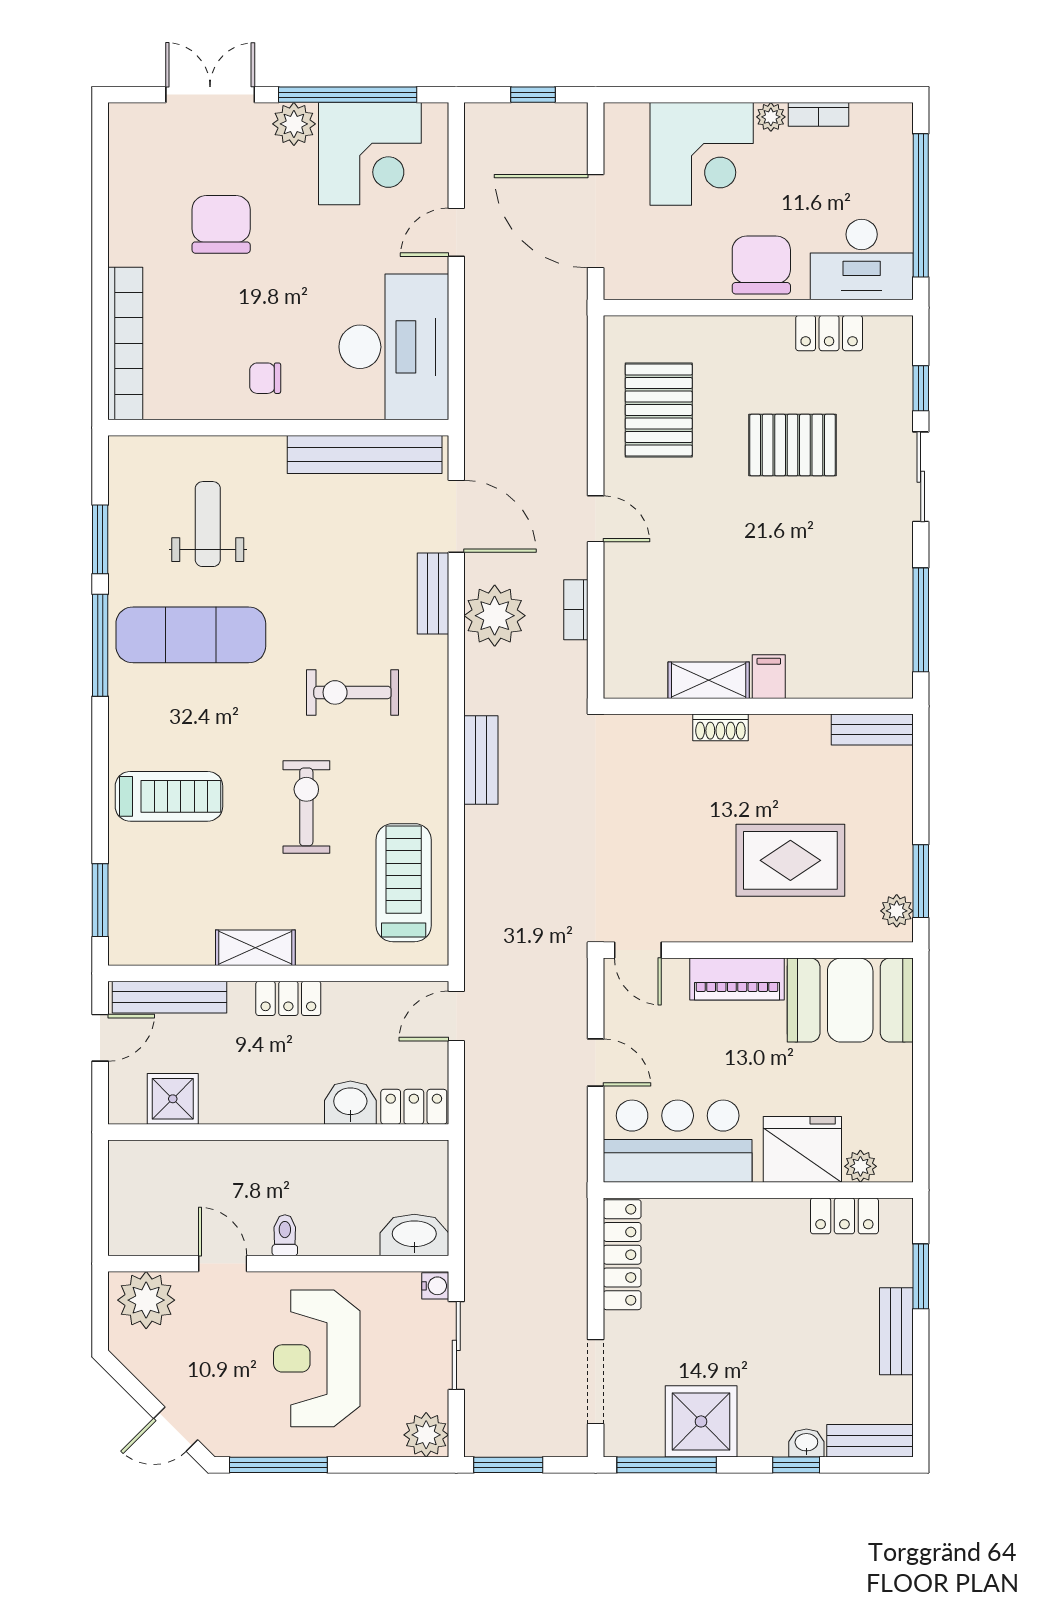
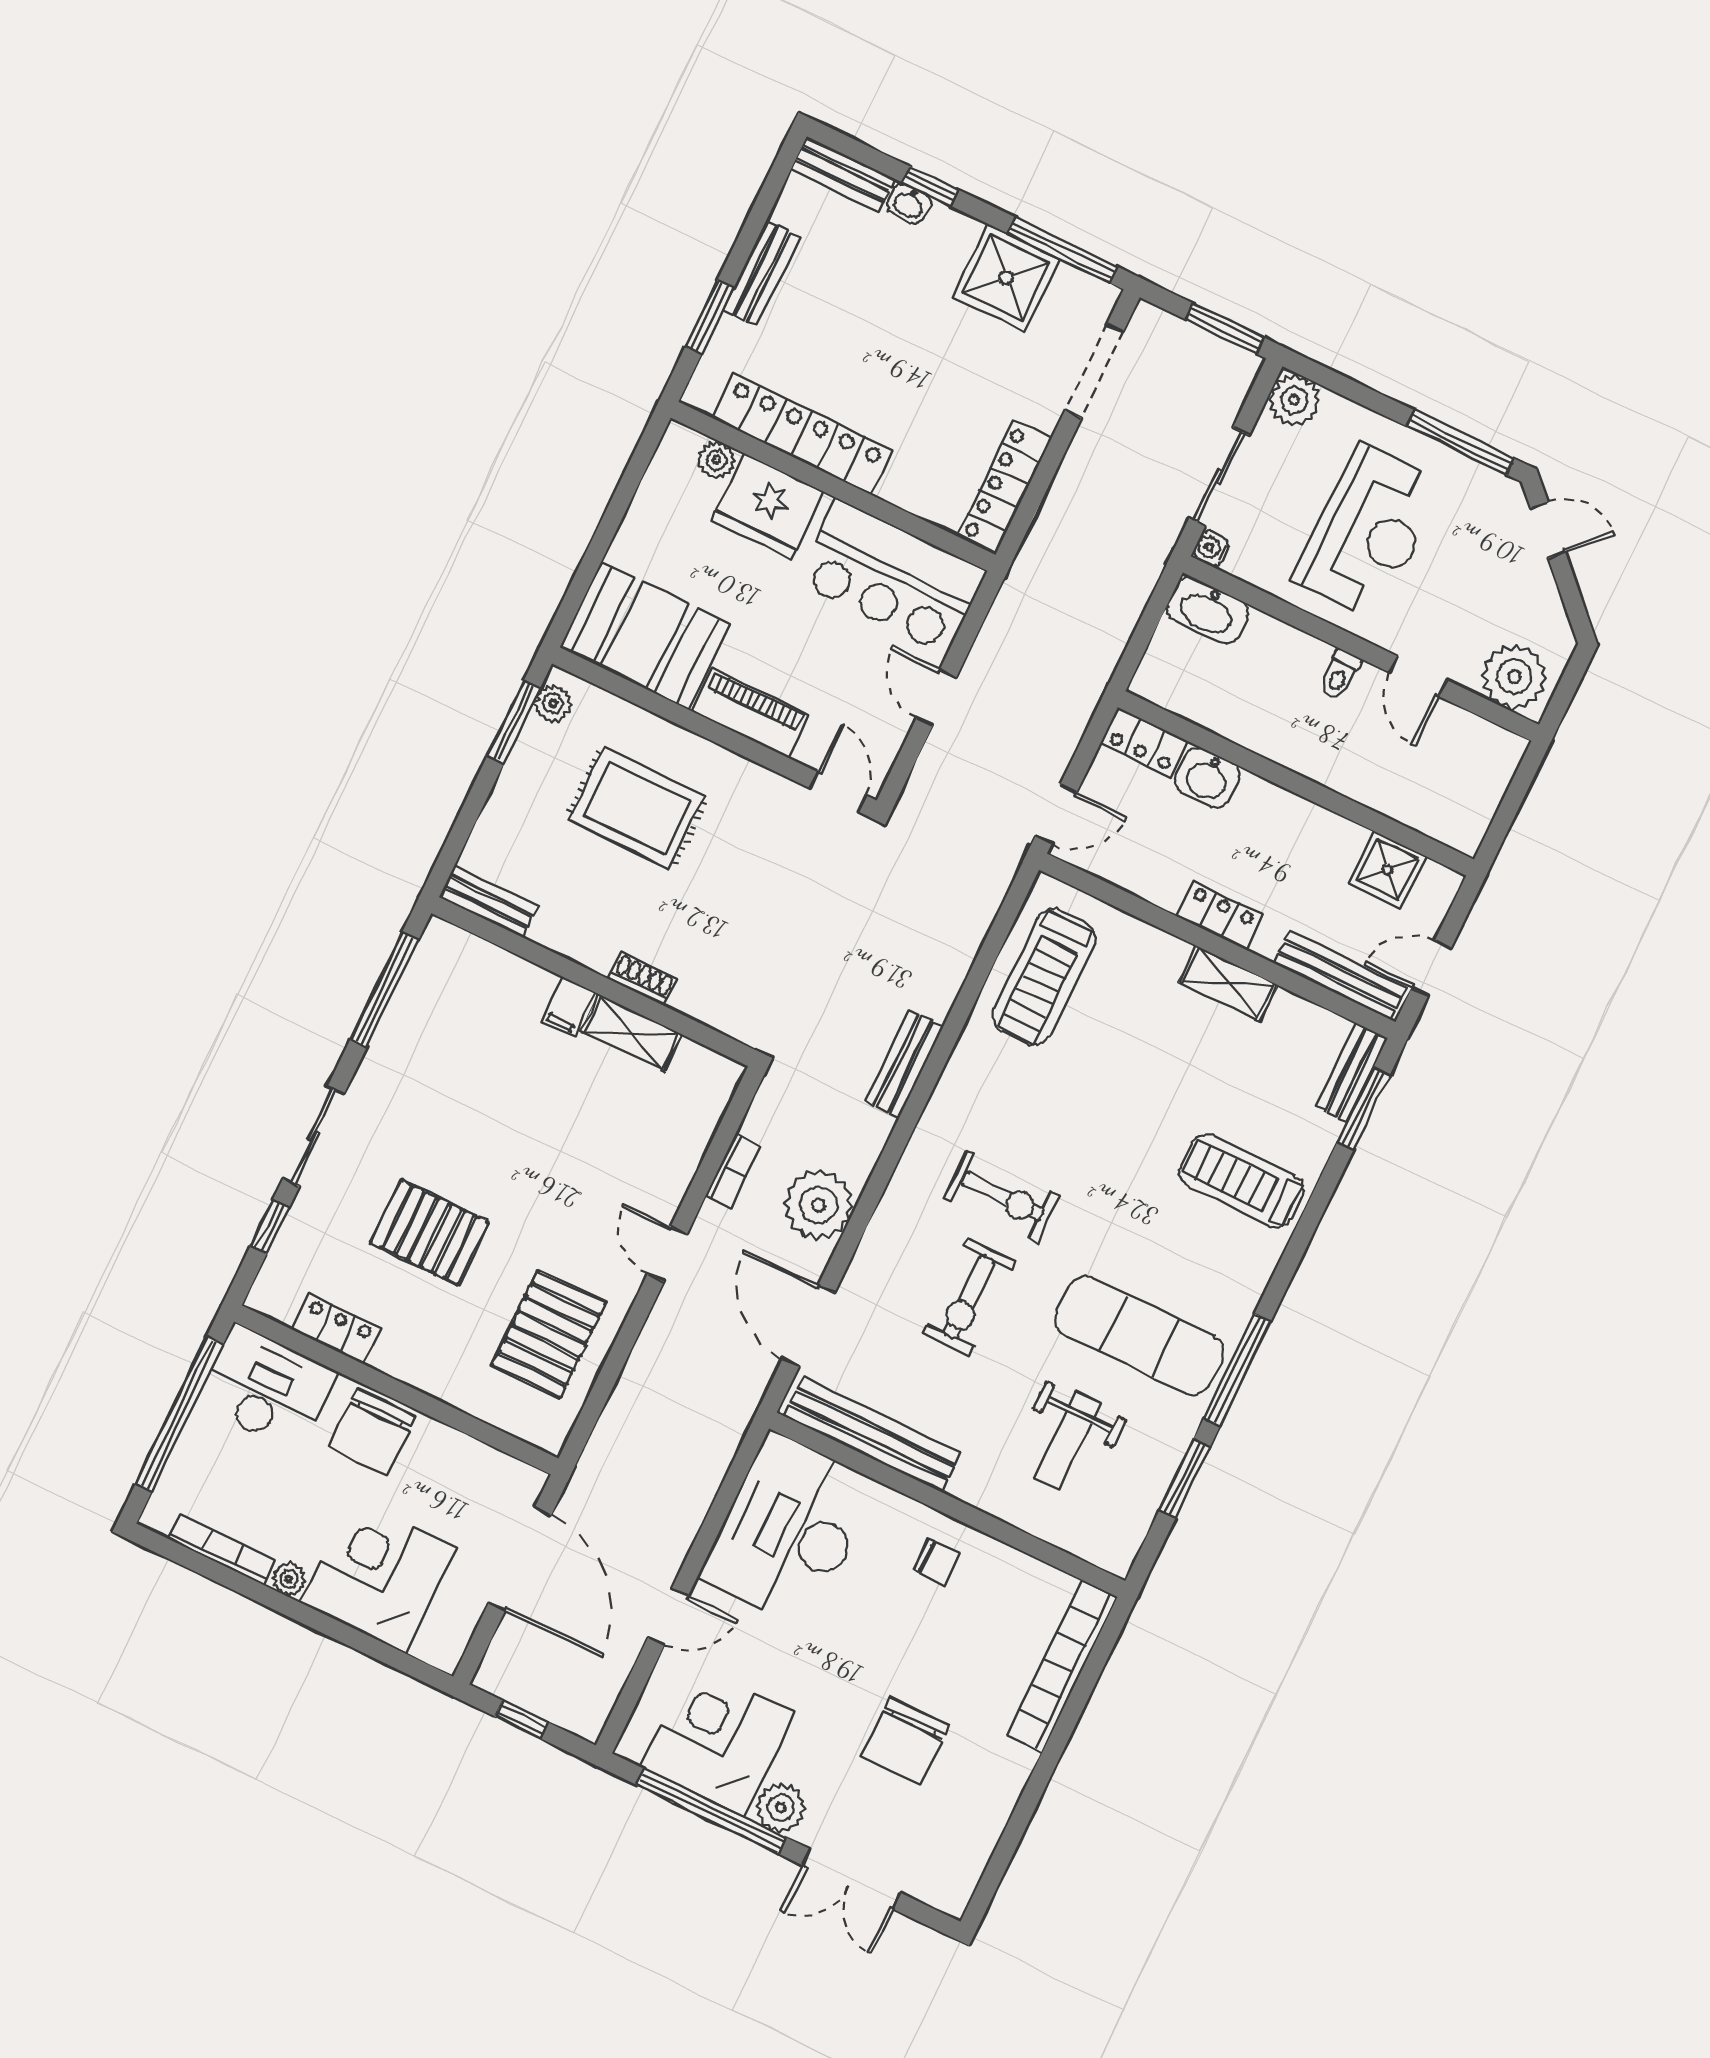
bookcase: (818, 114) -> (222, 1550), width x1.56
bench: (433, 593) -> (1351, 1073), moved
exercise bike: (306, 807) -> (969, 1297), moved
locker: (844, 1216) -> (802, 434), width x2.16, depth x1.21

